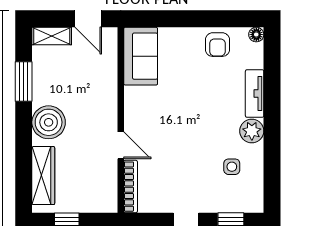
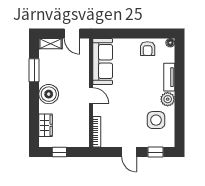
sofa: (141, 56) -> (103, 62), width x1.36
door: (121, 145) -> (91, 96), moved
side table: (232, 167) -> (156, 120), width x1.87, depth x1.87
wardrobe: (43, 176) -> (46, 125), width x0.67

